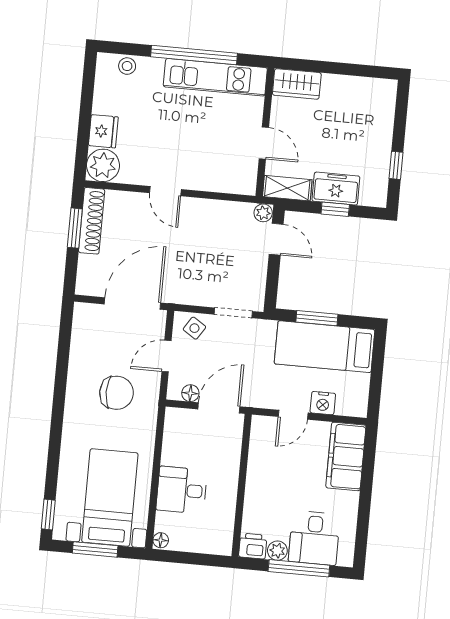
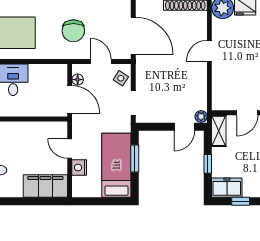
freezer: (336, 189) -> (227, 188), moved, turned -90

